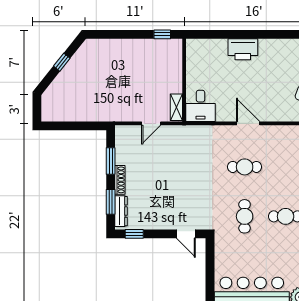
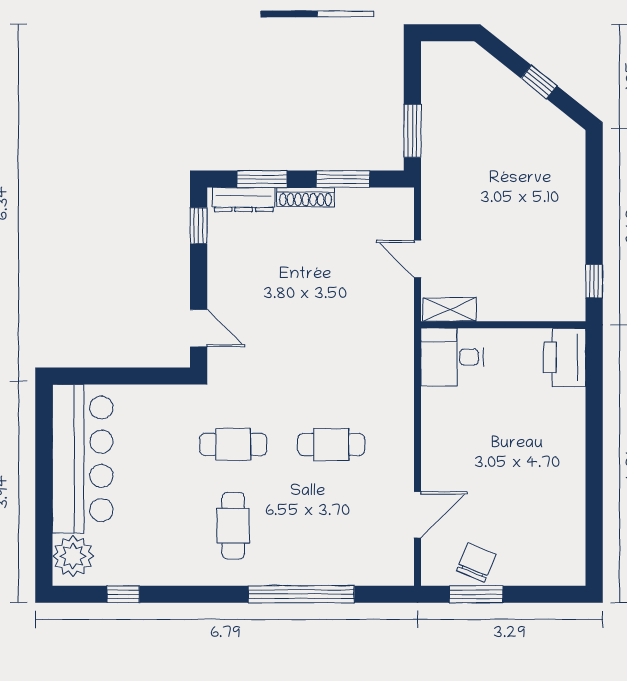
printer: (243, 49) -> (565, 357), moved
door: (248, 123) -> (417, 515), moved
window: (86, 126) -> (412, 131), added
cafe table: (245, 167) -> (331, 444), turned 90
door: (186, 234) -> (199, 328), swing flipped

